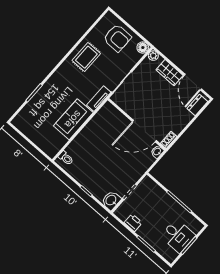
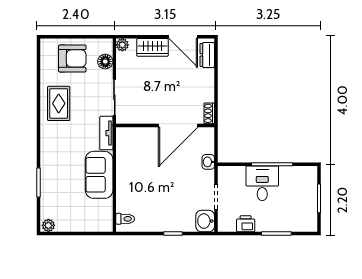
floor lamp: (143, 48) -> (105, 62), moved
plant: (18, 123) -> (48, 225), added
washbasin: (157, 152) -> (208, 162), moved
desk: (178, 236) -> (262, 183), moved, turned -90

